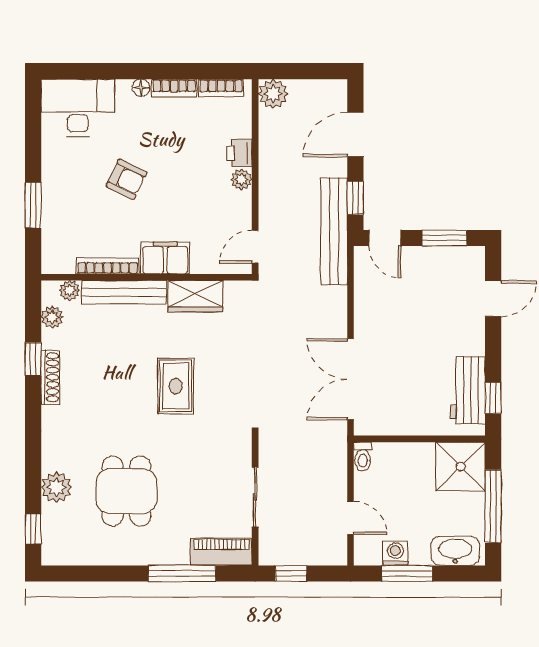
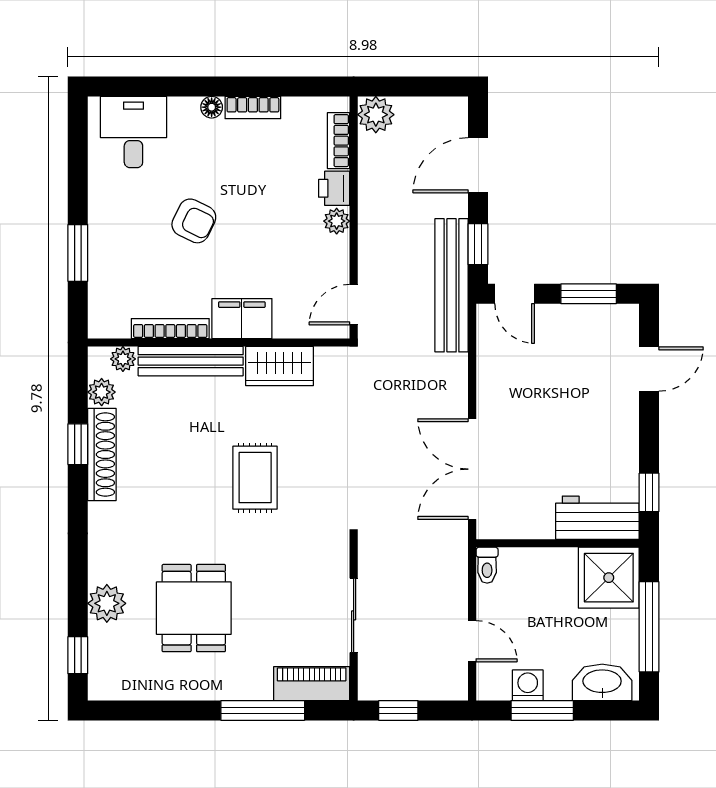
bookcase: (221, 88) -> (339, 141), moved, turned 90
desk: (78, 108) -> (133, 132), width x0.73
shoe rack: (50, 377) -> (102, 455), width x1.36, depth x1.24
workbench: (468, 390) -> (597, 518), moved, turned 90

